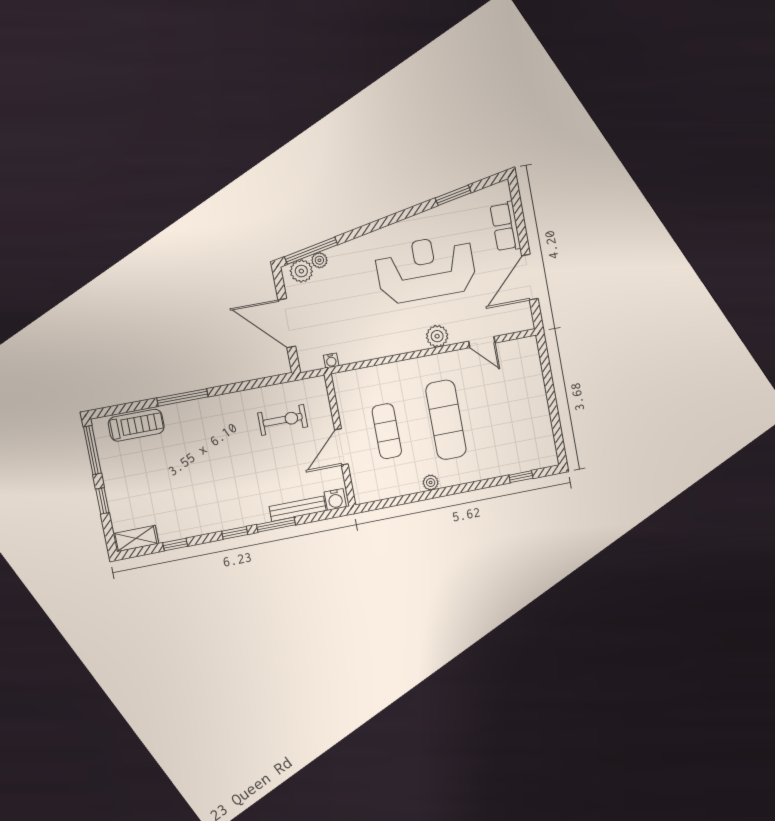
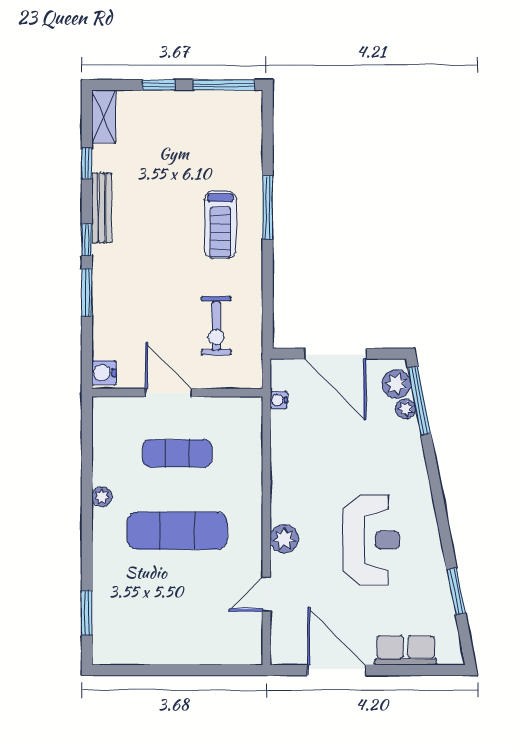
reception desk: (426, 269) -> (371, 540), width x0.74, depth x0.77
door: (287, 323) -> (335, 354), swing flipped
treadmill: (136, 425) -> (220, 225), moved
window: (521, 477) -> (87, 613), width x1.50
bench: (298, 509) -> (102, 208), moved

